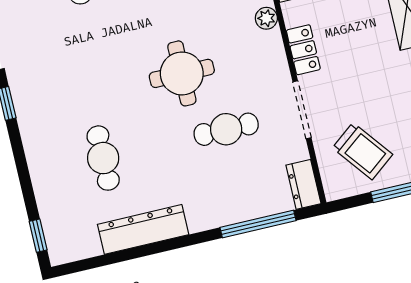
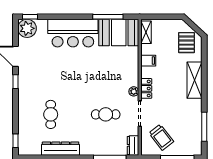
plant: (266, 18) -> (134, 91), moved
round table: (182, 73) -> (92, 86), removed

